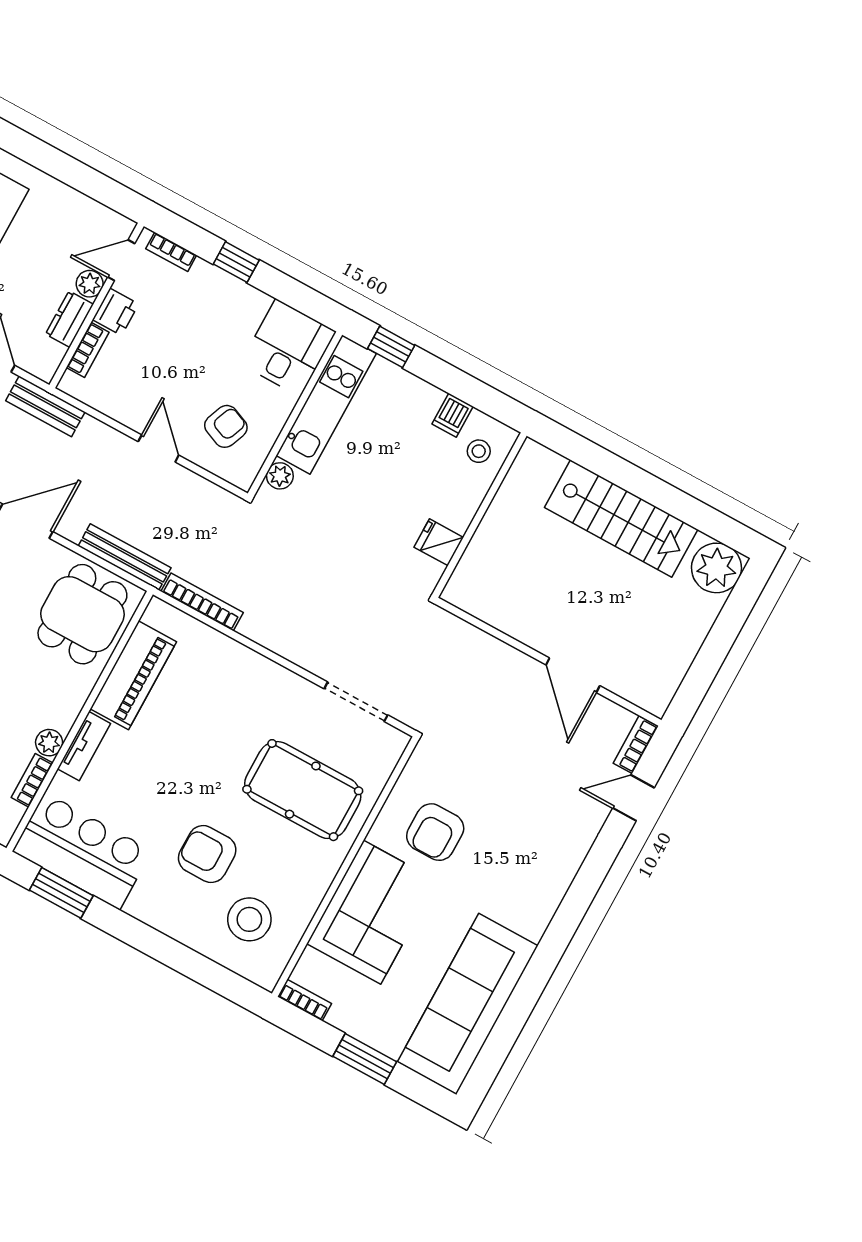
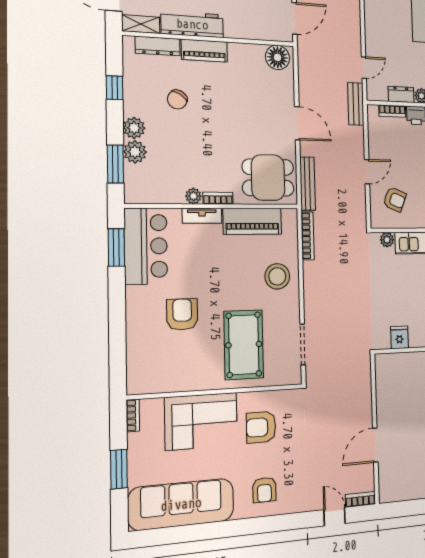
bookcase: (32, 780) -> (218, 198), moved
armchair: (526, 878) -> (264, 490), added
stool: (249, 919) -> (277, 276), moved

